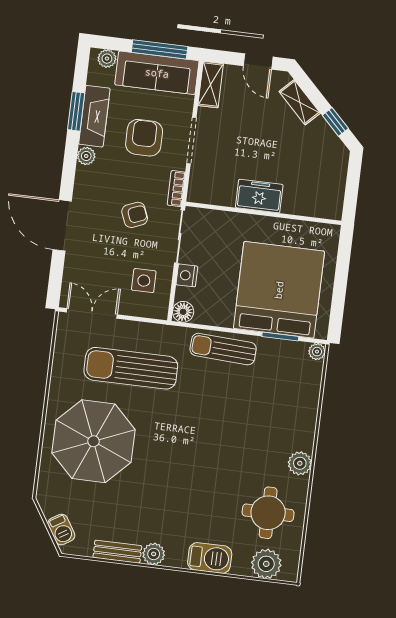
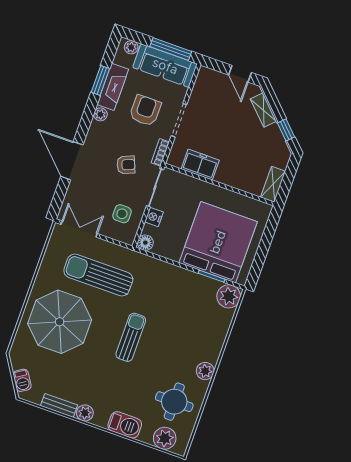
shelving: (211, 85) -> (273, 184), moved
freezer: (259, 196) -> (200, 165), moved
sun lounger: (223, 349) -> (131, 337), moved, turned 87
plant: (317, 352) -> (229, 296), width x1.88, depth x1.88

